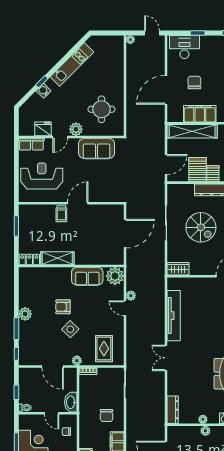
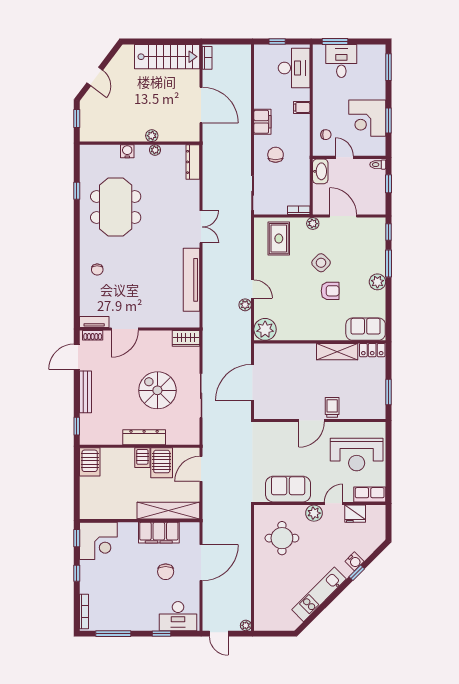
sofa: (87, 276) -> (366, 329), moved

